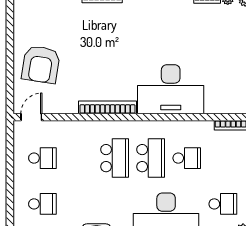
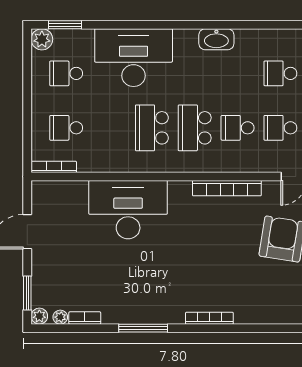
bookcase: (108, 107) -> (227, 188), moved
school desk: (79, 158) -> (238, 128), added
school desk: (187, 158) -> (66, 128), moved

